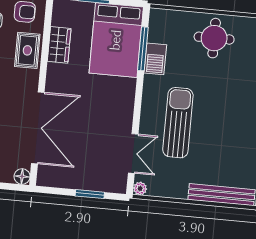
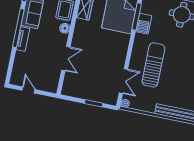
double door: (38, 128) -> (66, 59), width x0.54
floor lamp: (22, 176) -> (65, 28), moved

